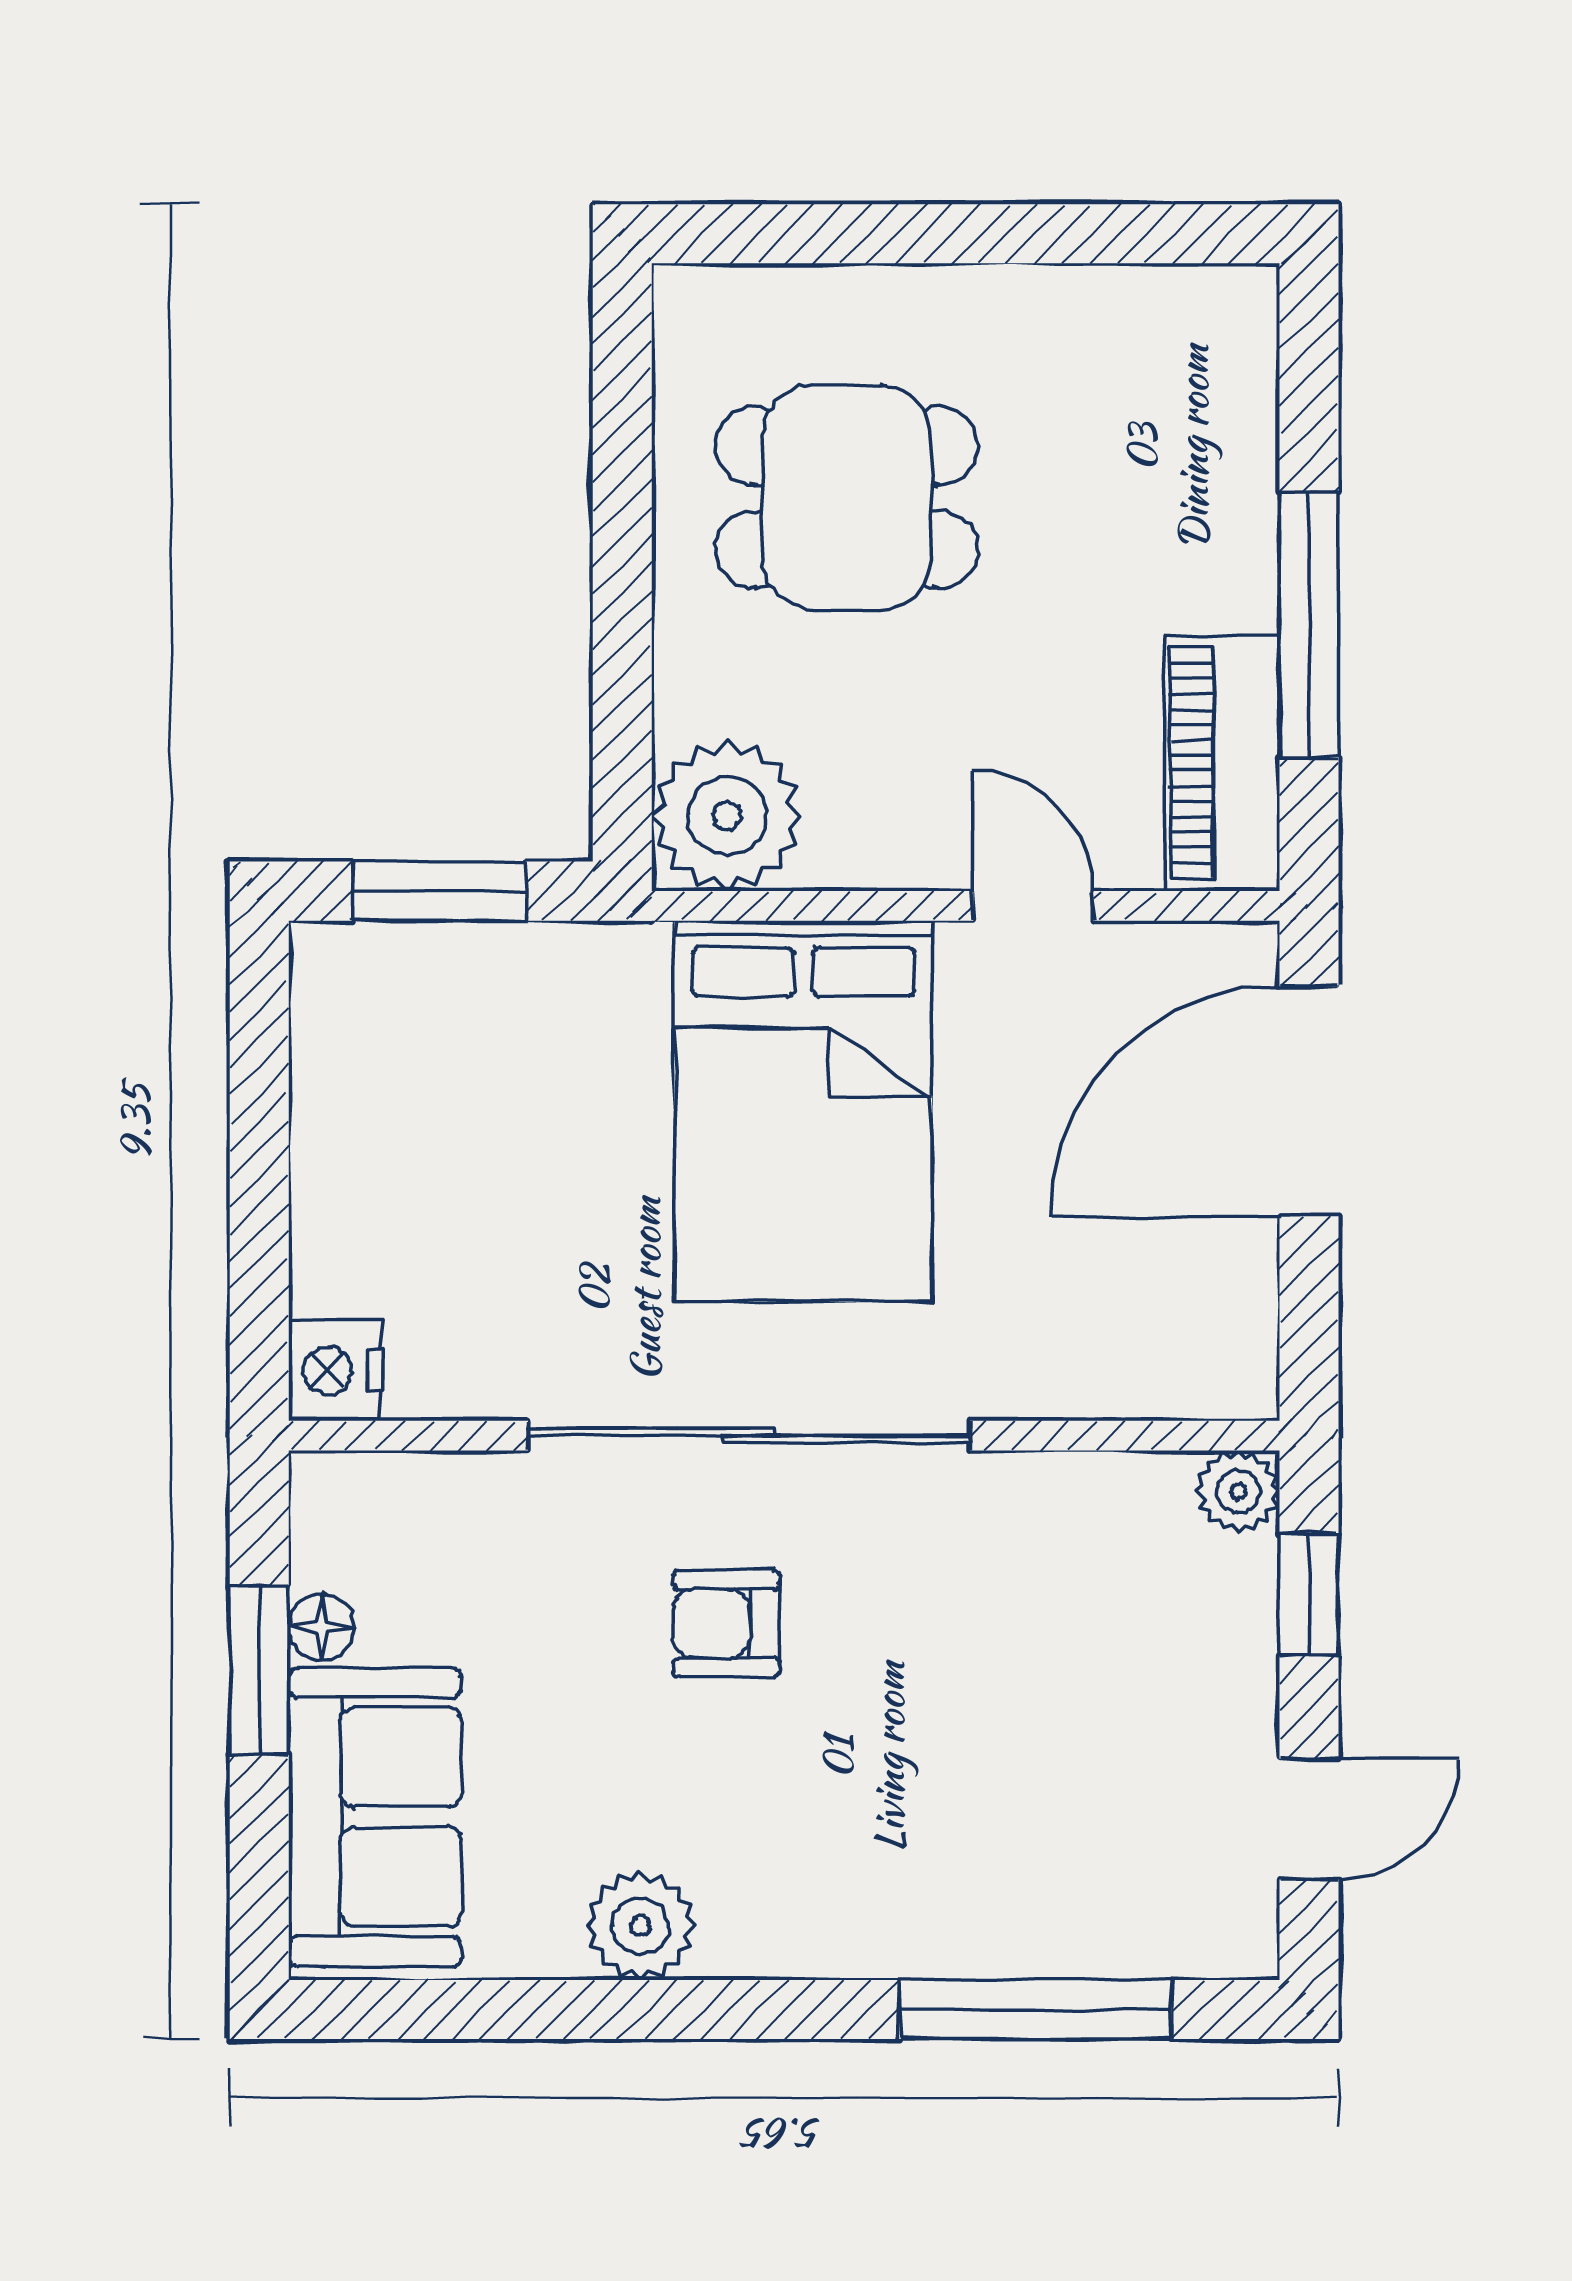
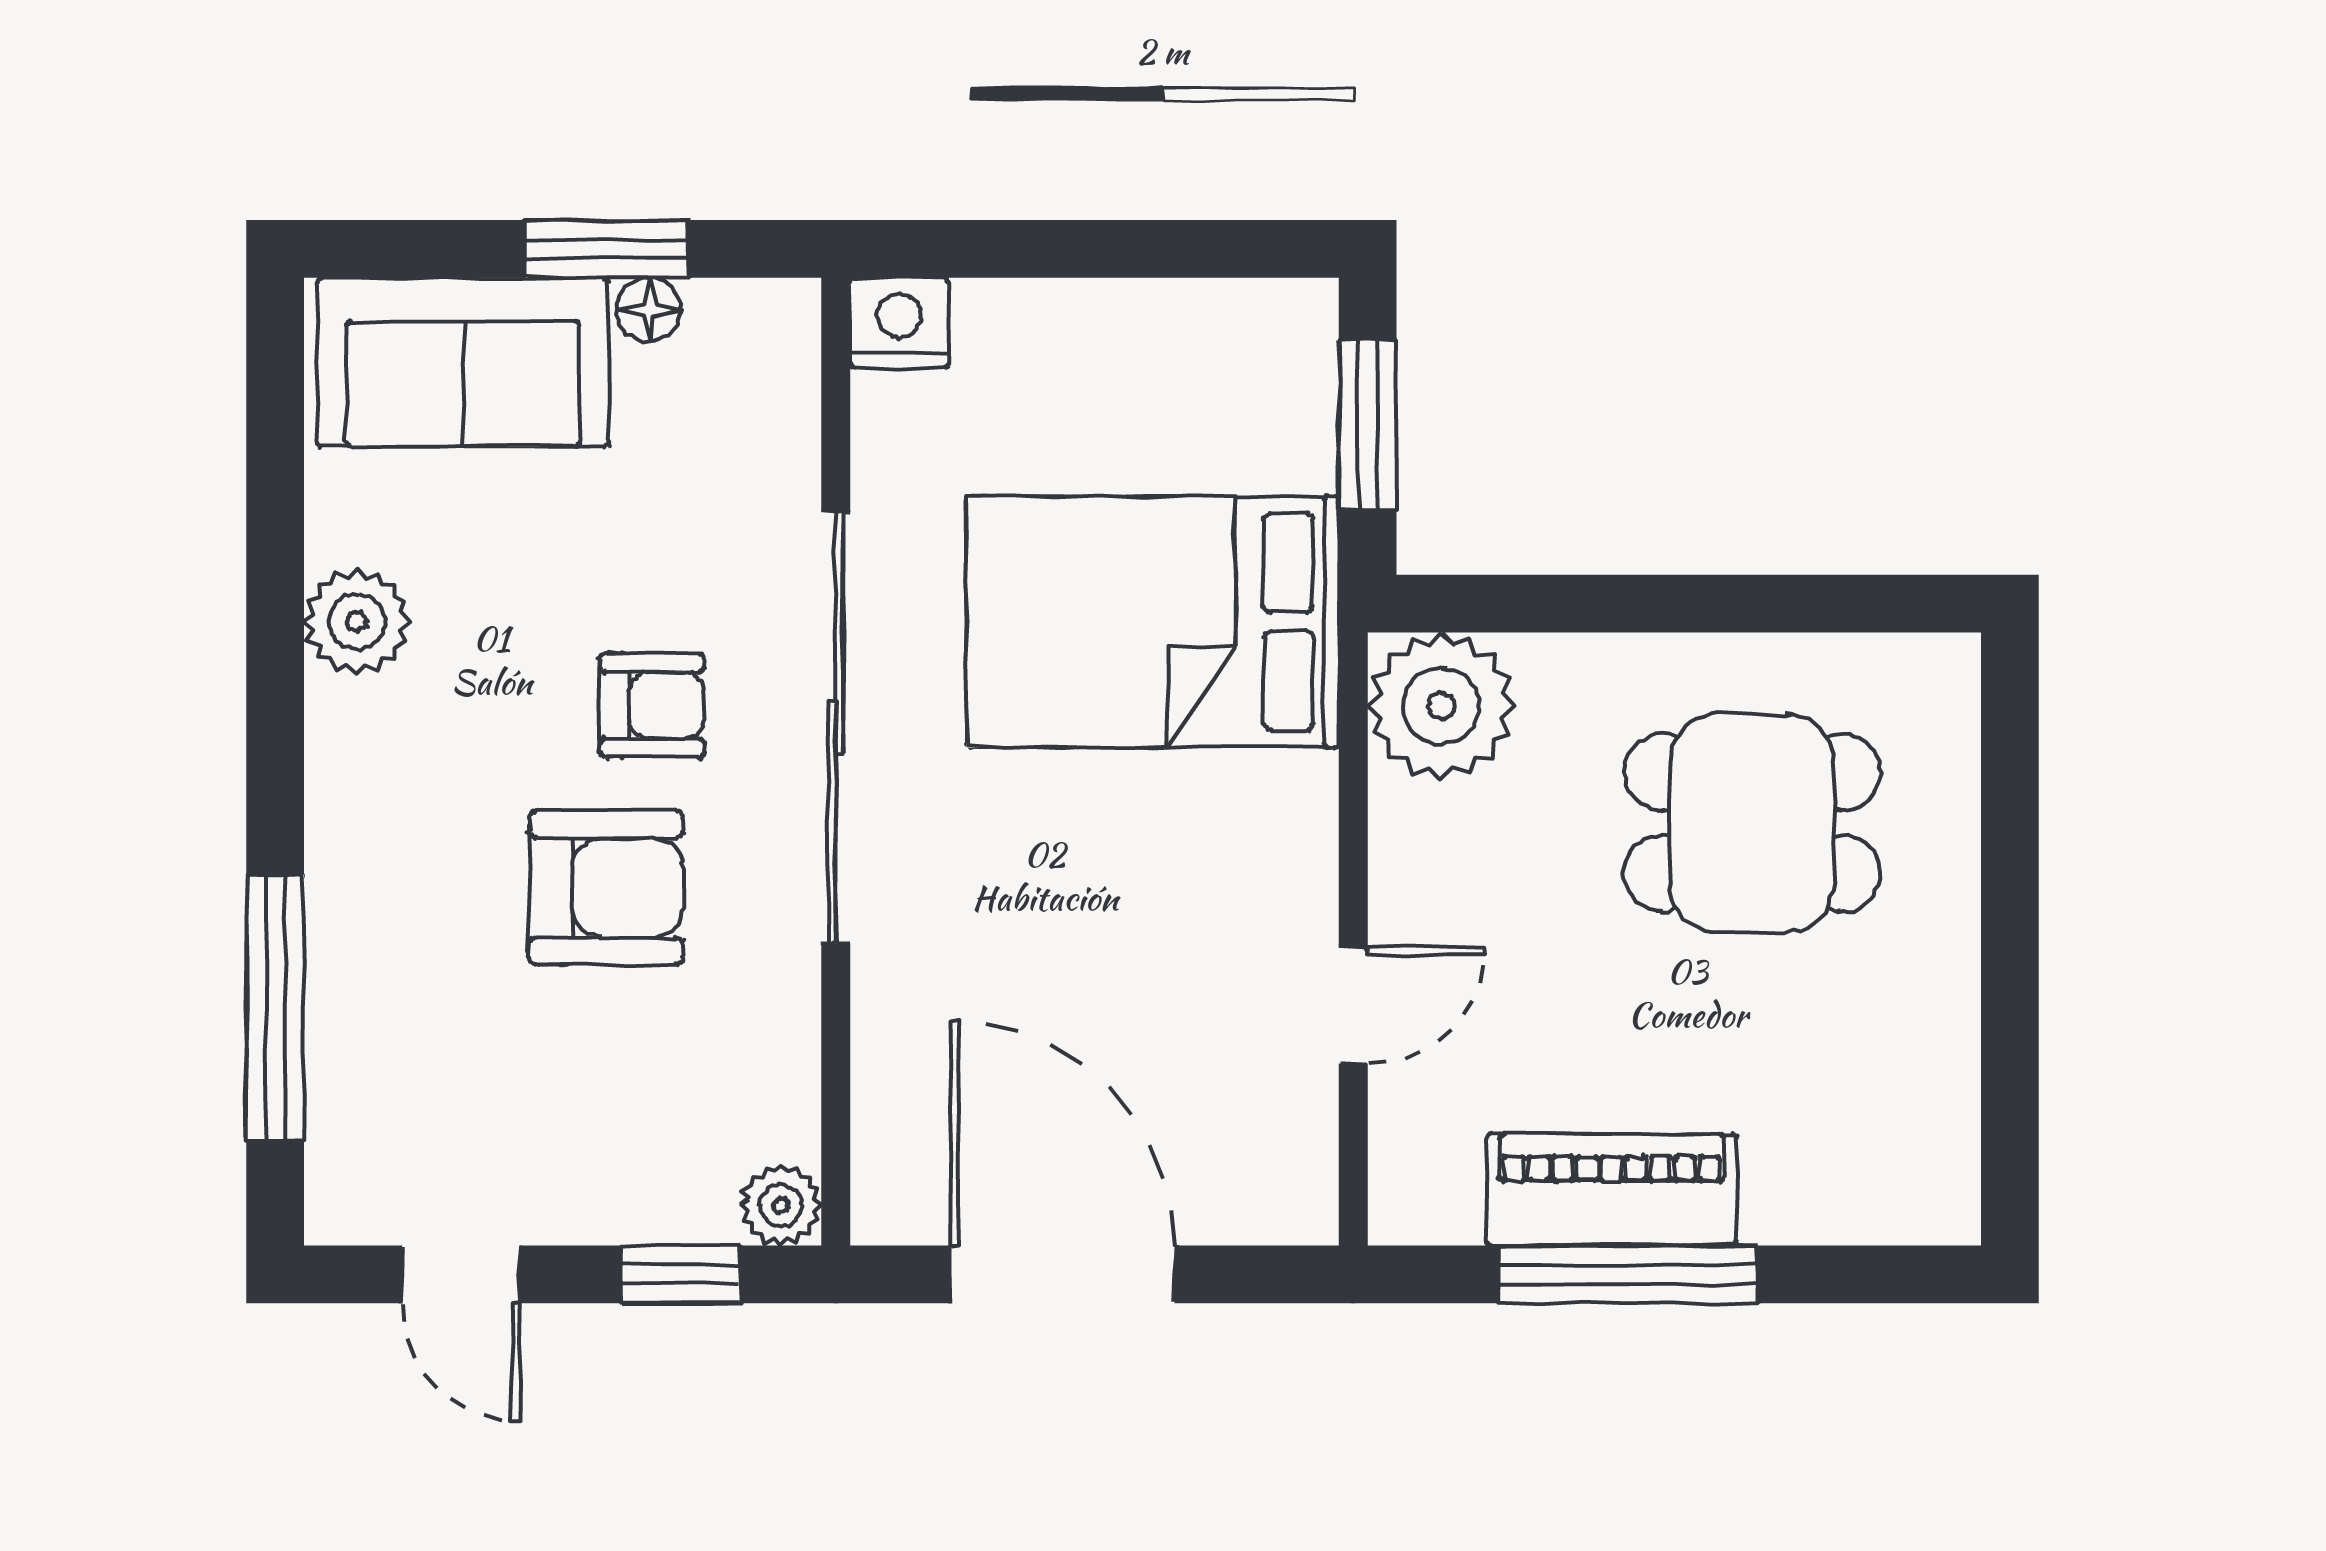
dining table: (847, 498) -> (1752, 823), turned 90
piano: (1222, 763) -> (1612, 1190), moved
door: (1309, 1101) -> (1062, 1274), moved
bed: (803, 1111) -> (1153, 622), moved
armchair: (726, 1624) -> (652, 705), turned 90
armchair: (913, 1670) -> (606, 888), added

